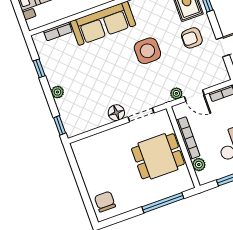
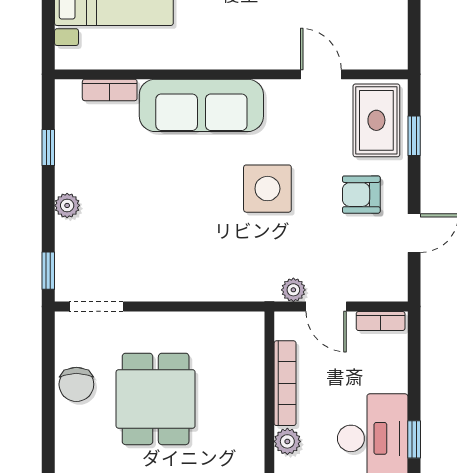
floor lamp: (116, 113) -> (165, 285), removed
doorway: (141, 115) -> (96, 307), moved
dining table: (158, 156) -> (156, 399), moved, turned 90
chair: (105, 202) -> (76, 384), moved, turned 180

